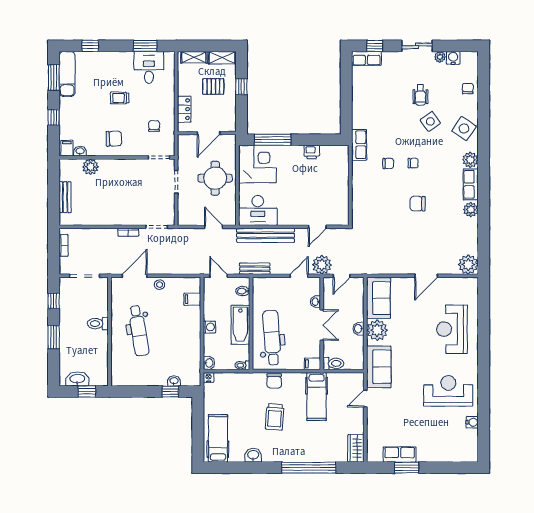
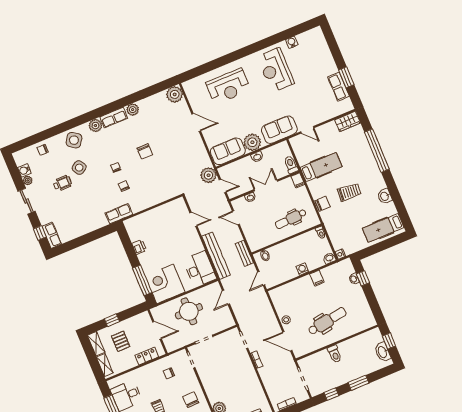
plant: (322, 265) -> (208, 175), moved
filing cabinet: (192, 299) -> (317, 278), moved
bathtub: (240, 325) -> (291, 247), removed
dental chair: (272, 338) -> (291, 219), width x0.73, depth x0.72

